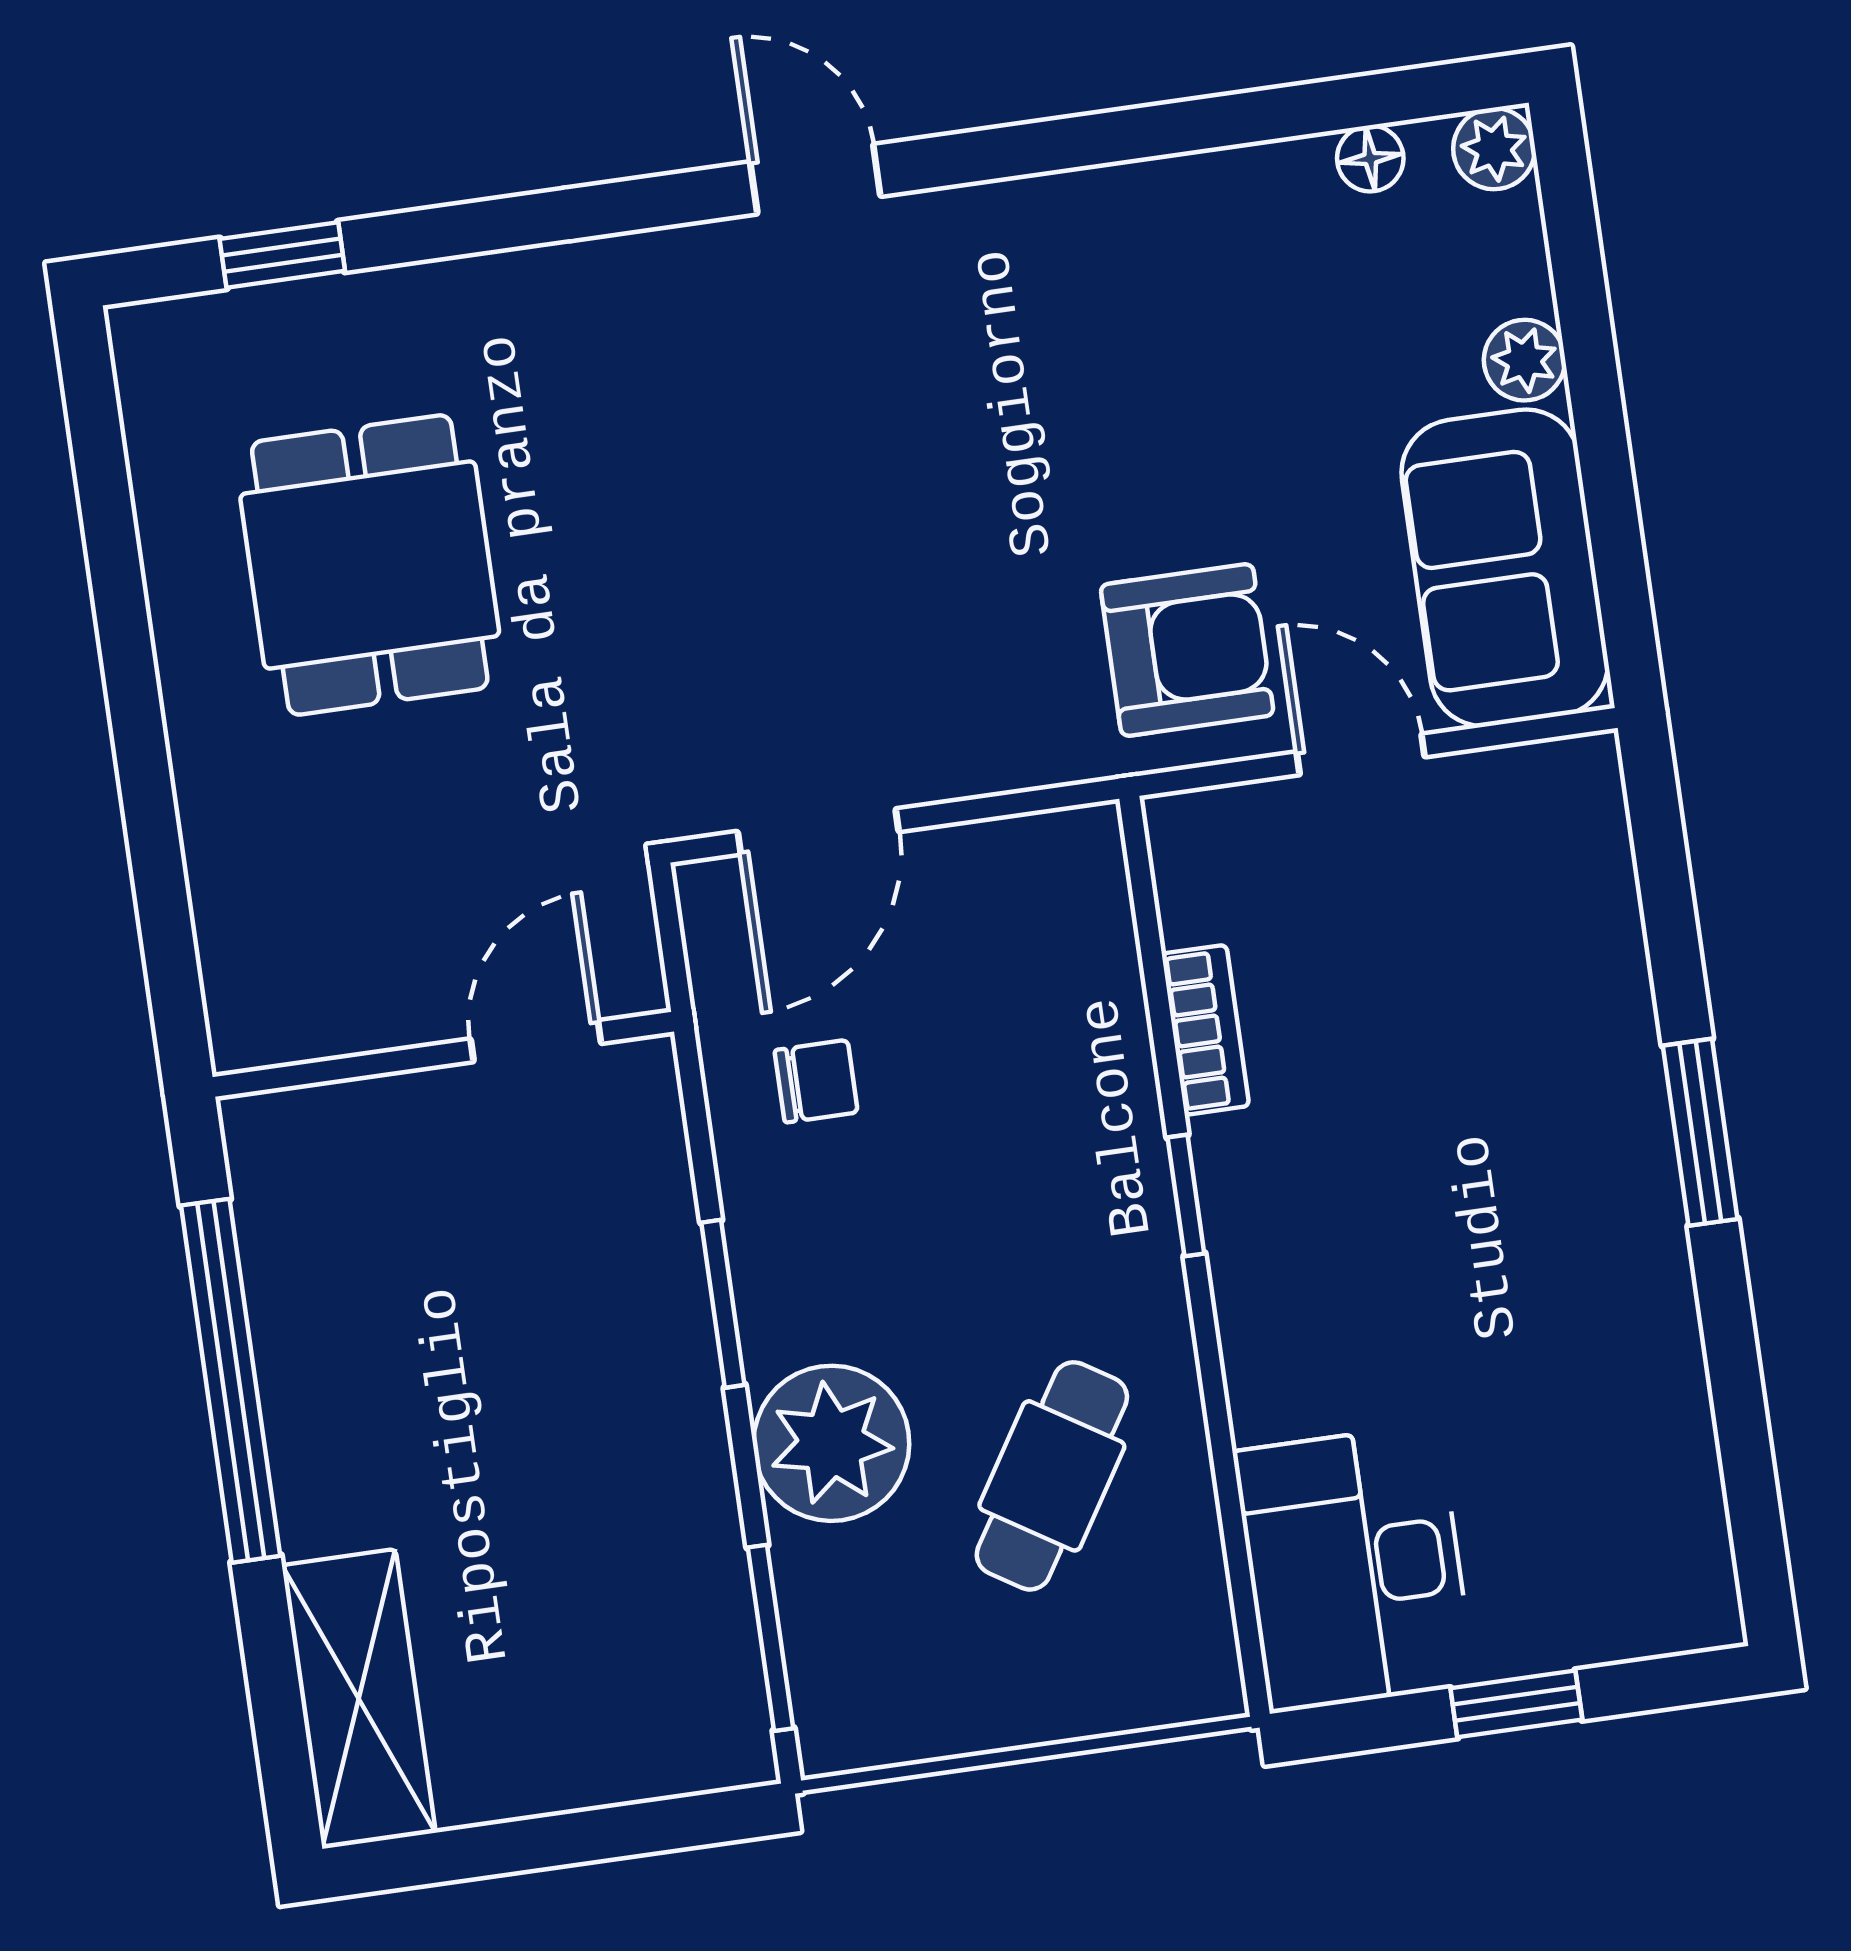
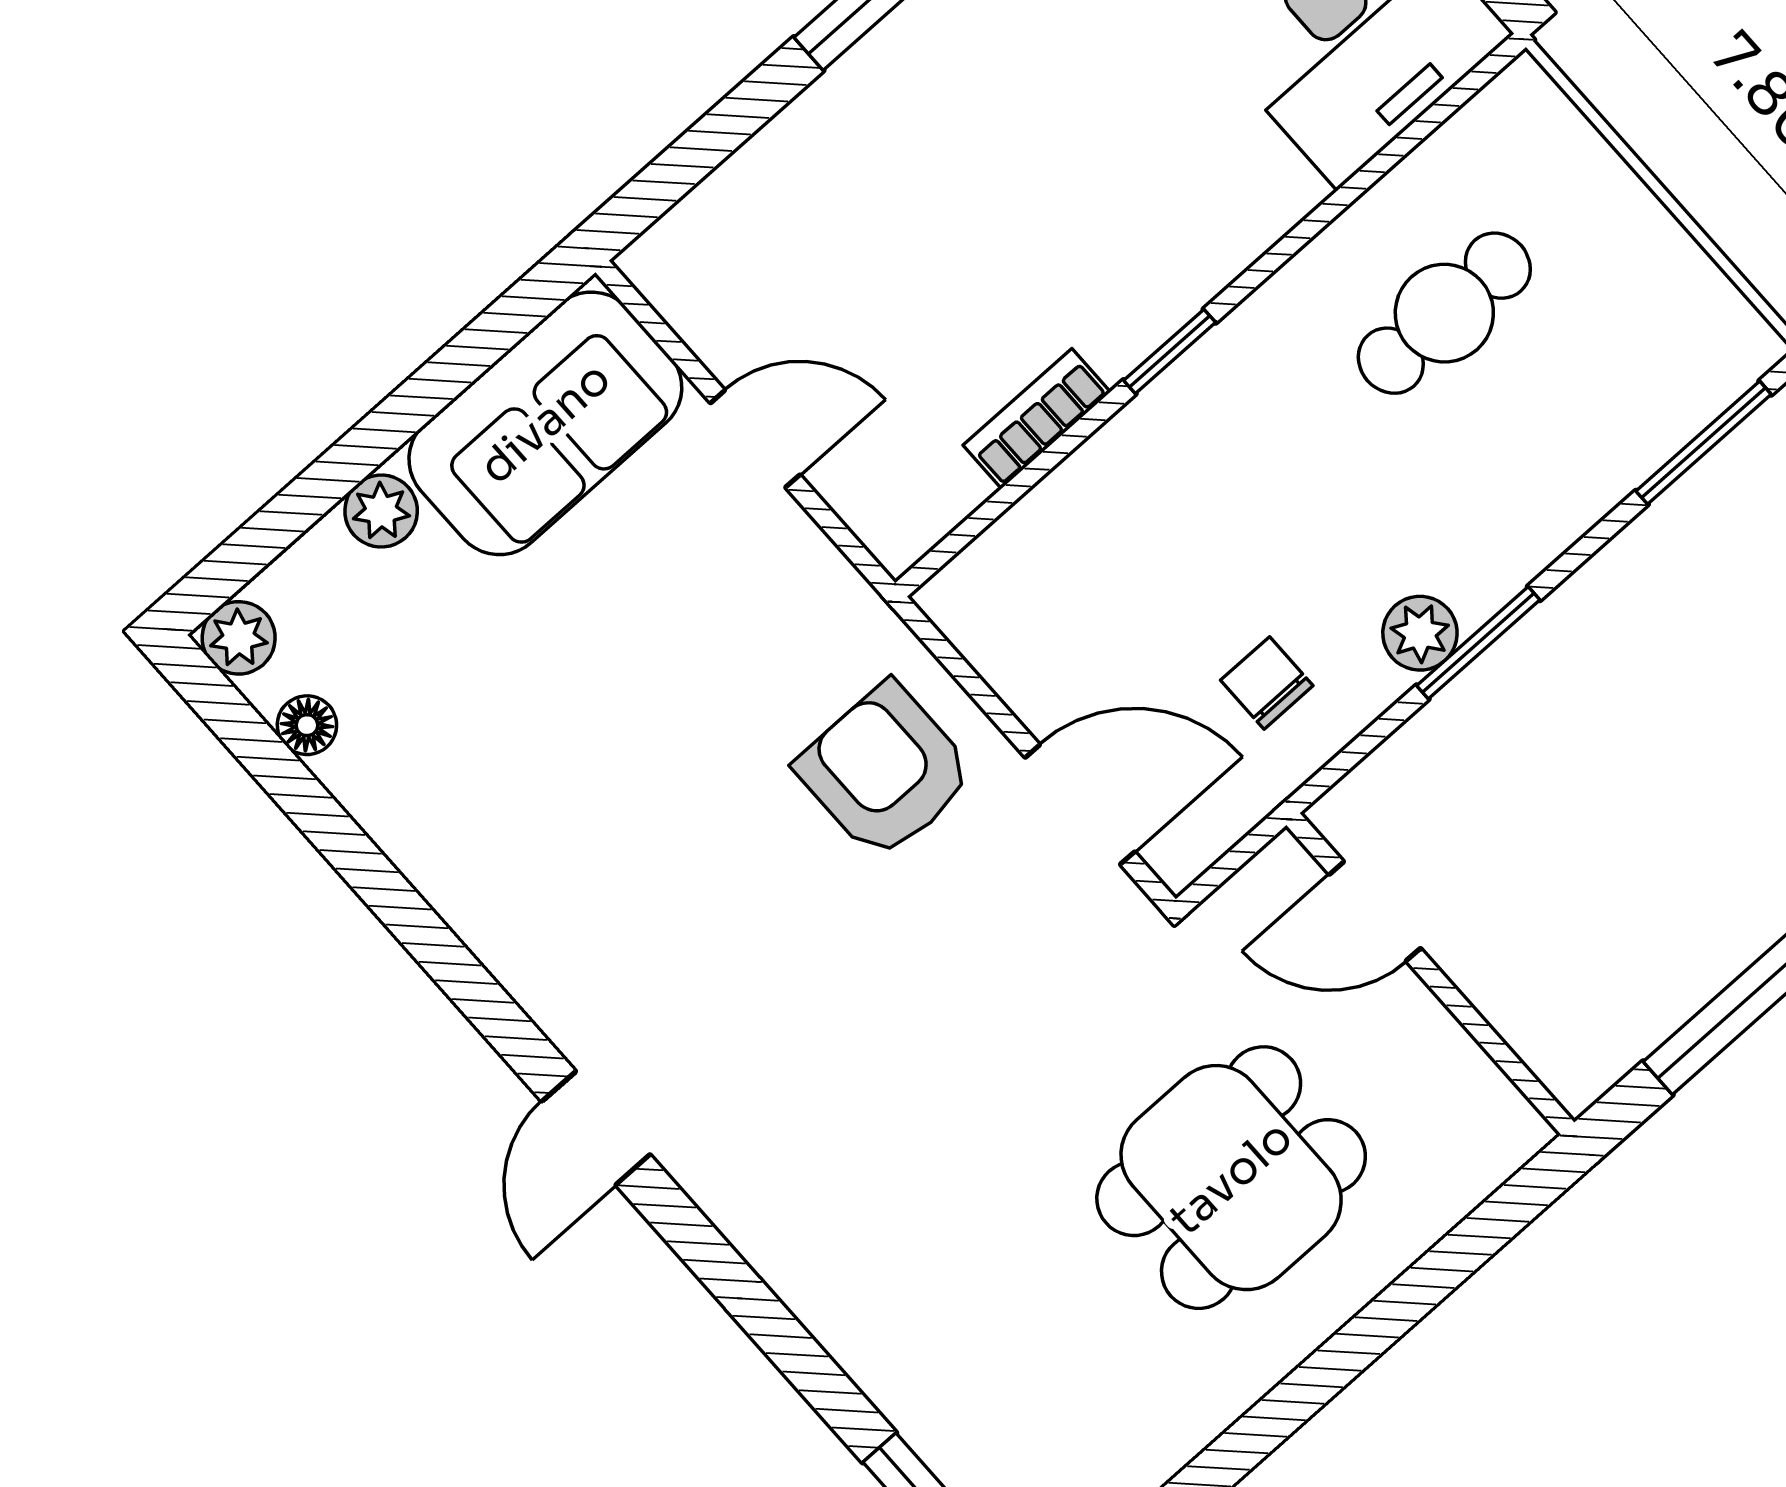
dining table: (370, 565) -> (1231, 1178), moved
armchair: (1187, 650) -> (885, 771), moved
door: (1361, 754) -> (755, 439), swing flipped
plant: (831, 1443) -> (1420, 633), moved, width x0.53, depth x0.53
cafe table: (1052, 1476) -> (1444, 313), turned -32

